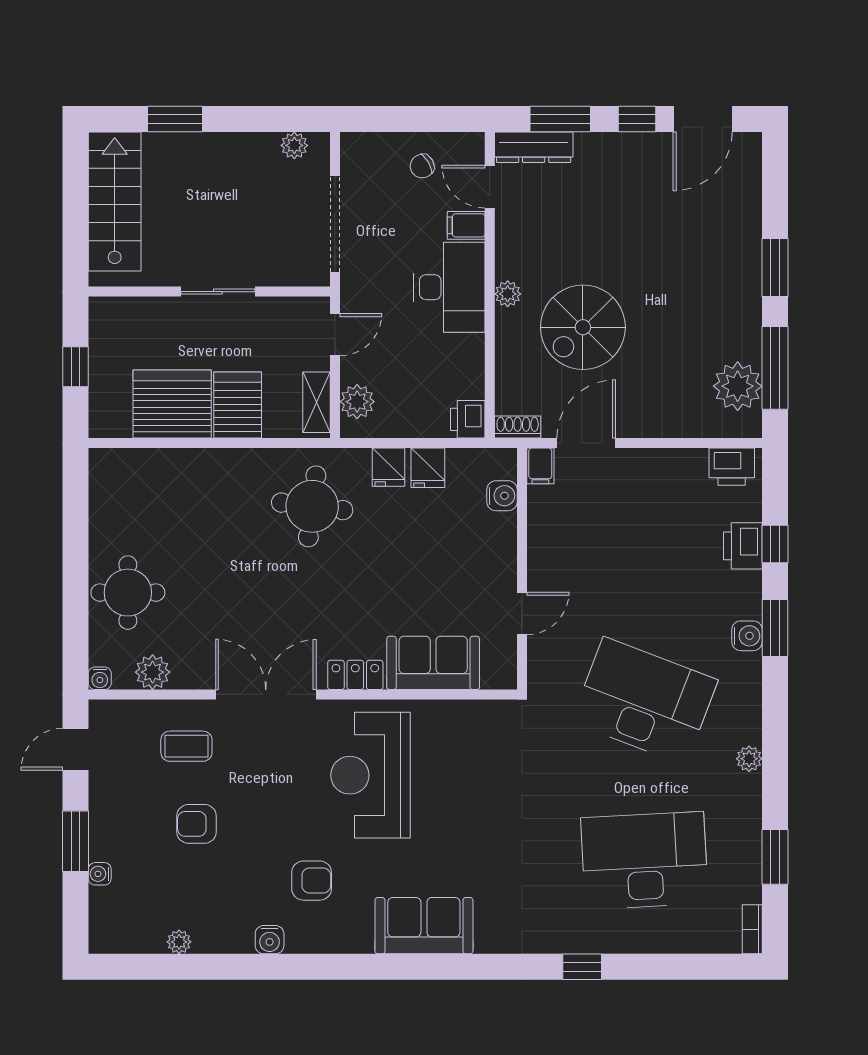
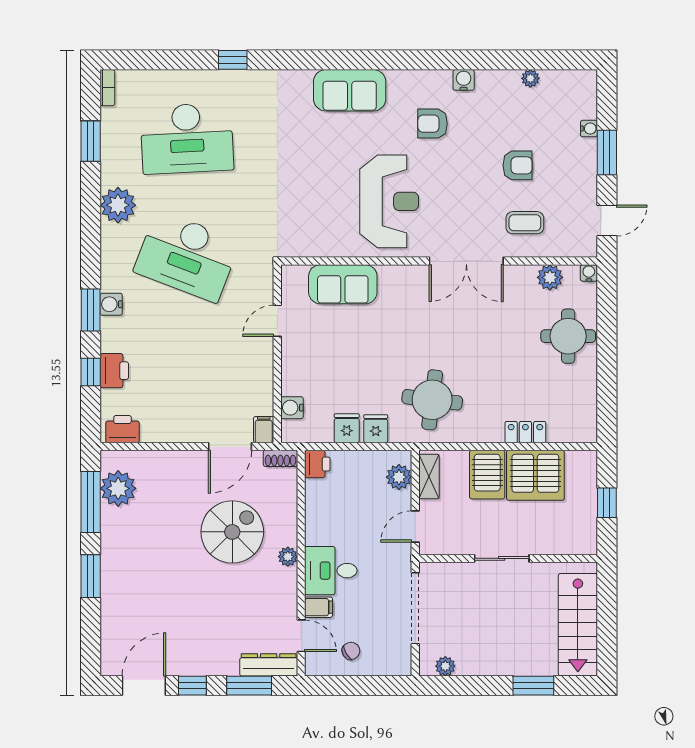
desk: (449, 287) -> (331, 571), width x0.73
locker: (355, 675) -> (525, 432), moved, turned 180
plant: (749, 759) -> (118, 205), width x1.87, depth x1.87

